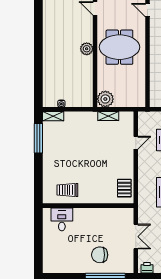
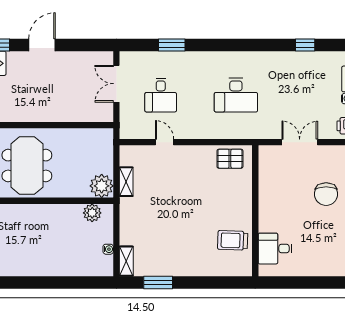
plant: (87, 49) -> (92, 213), moved
window: (38, 138) -> (158, 282), width x0.69
trolley: (67, 190) -> (233, 240), turned 92

